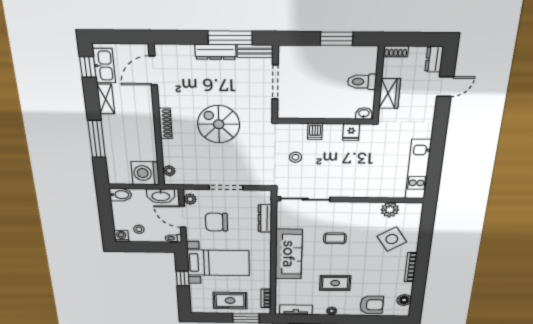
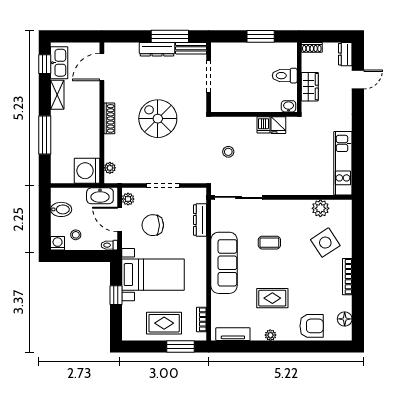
dishwasher: (315, 131) -> (263, 125), moved
bidet: (120, 195) -> (61, 209), moved

